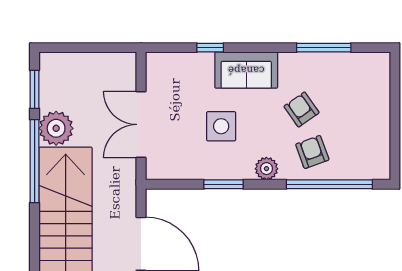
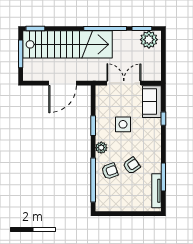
tv unit: (350, 61) -> (156, 191), added
sofa: (246, 70) -> (152, 102), moved
plant: (56, 128) -> (149, 40), moved

